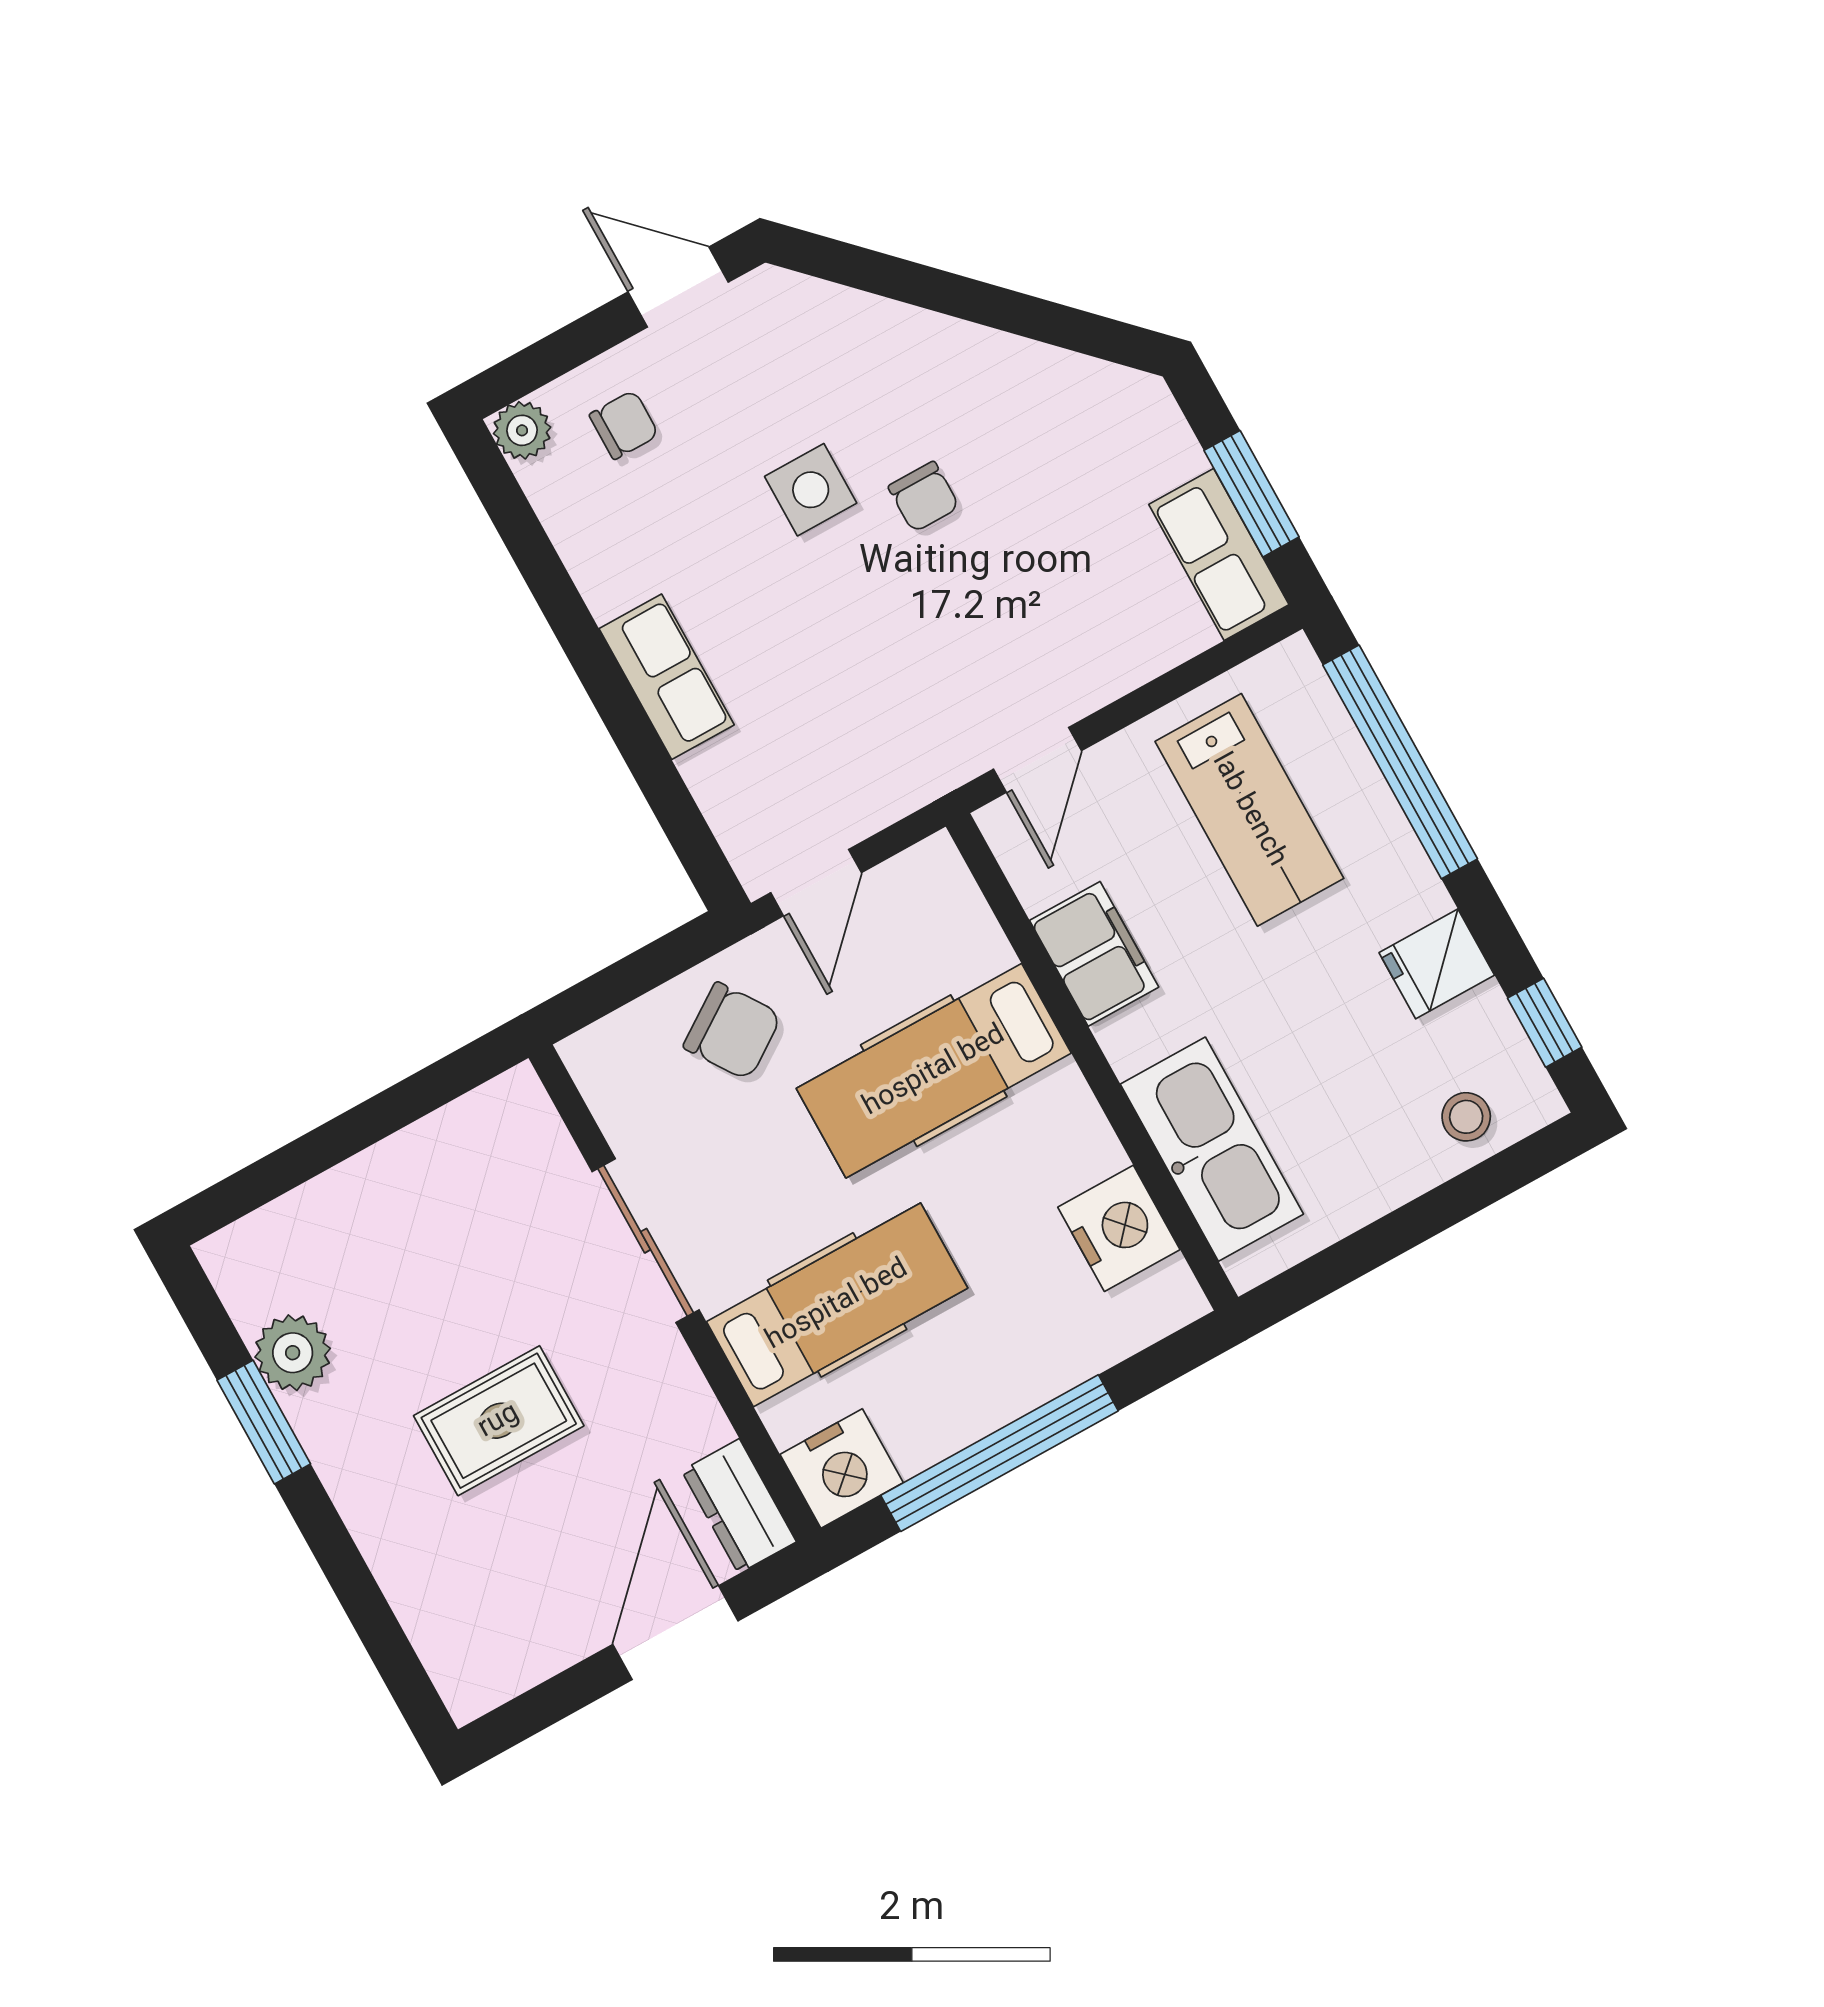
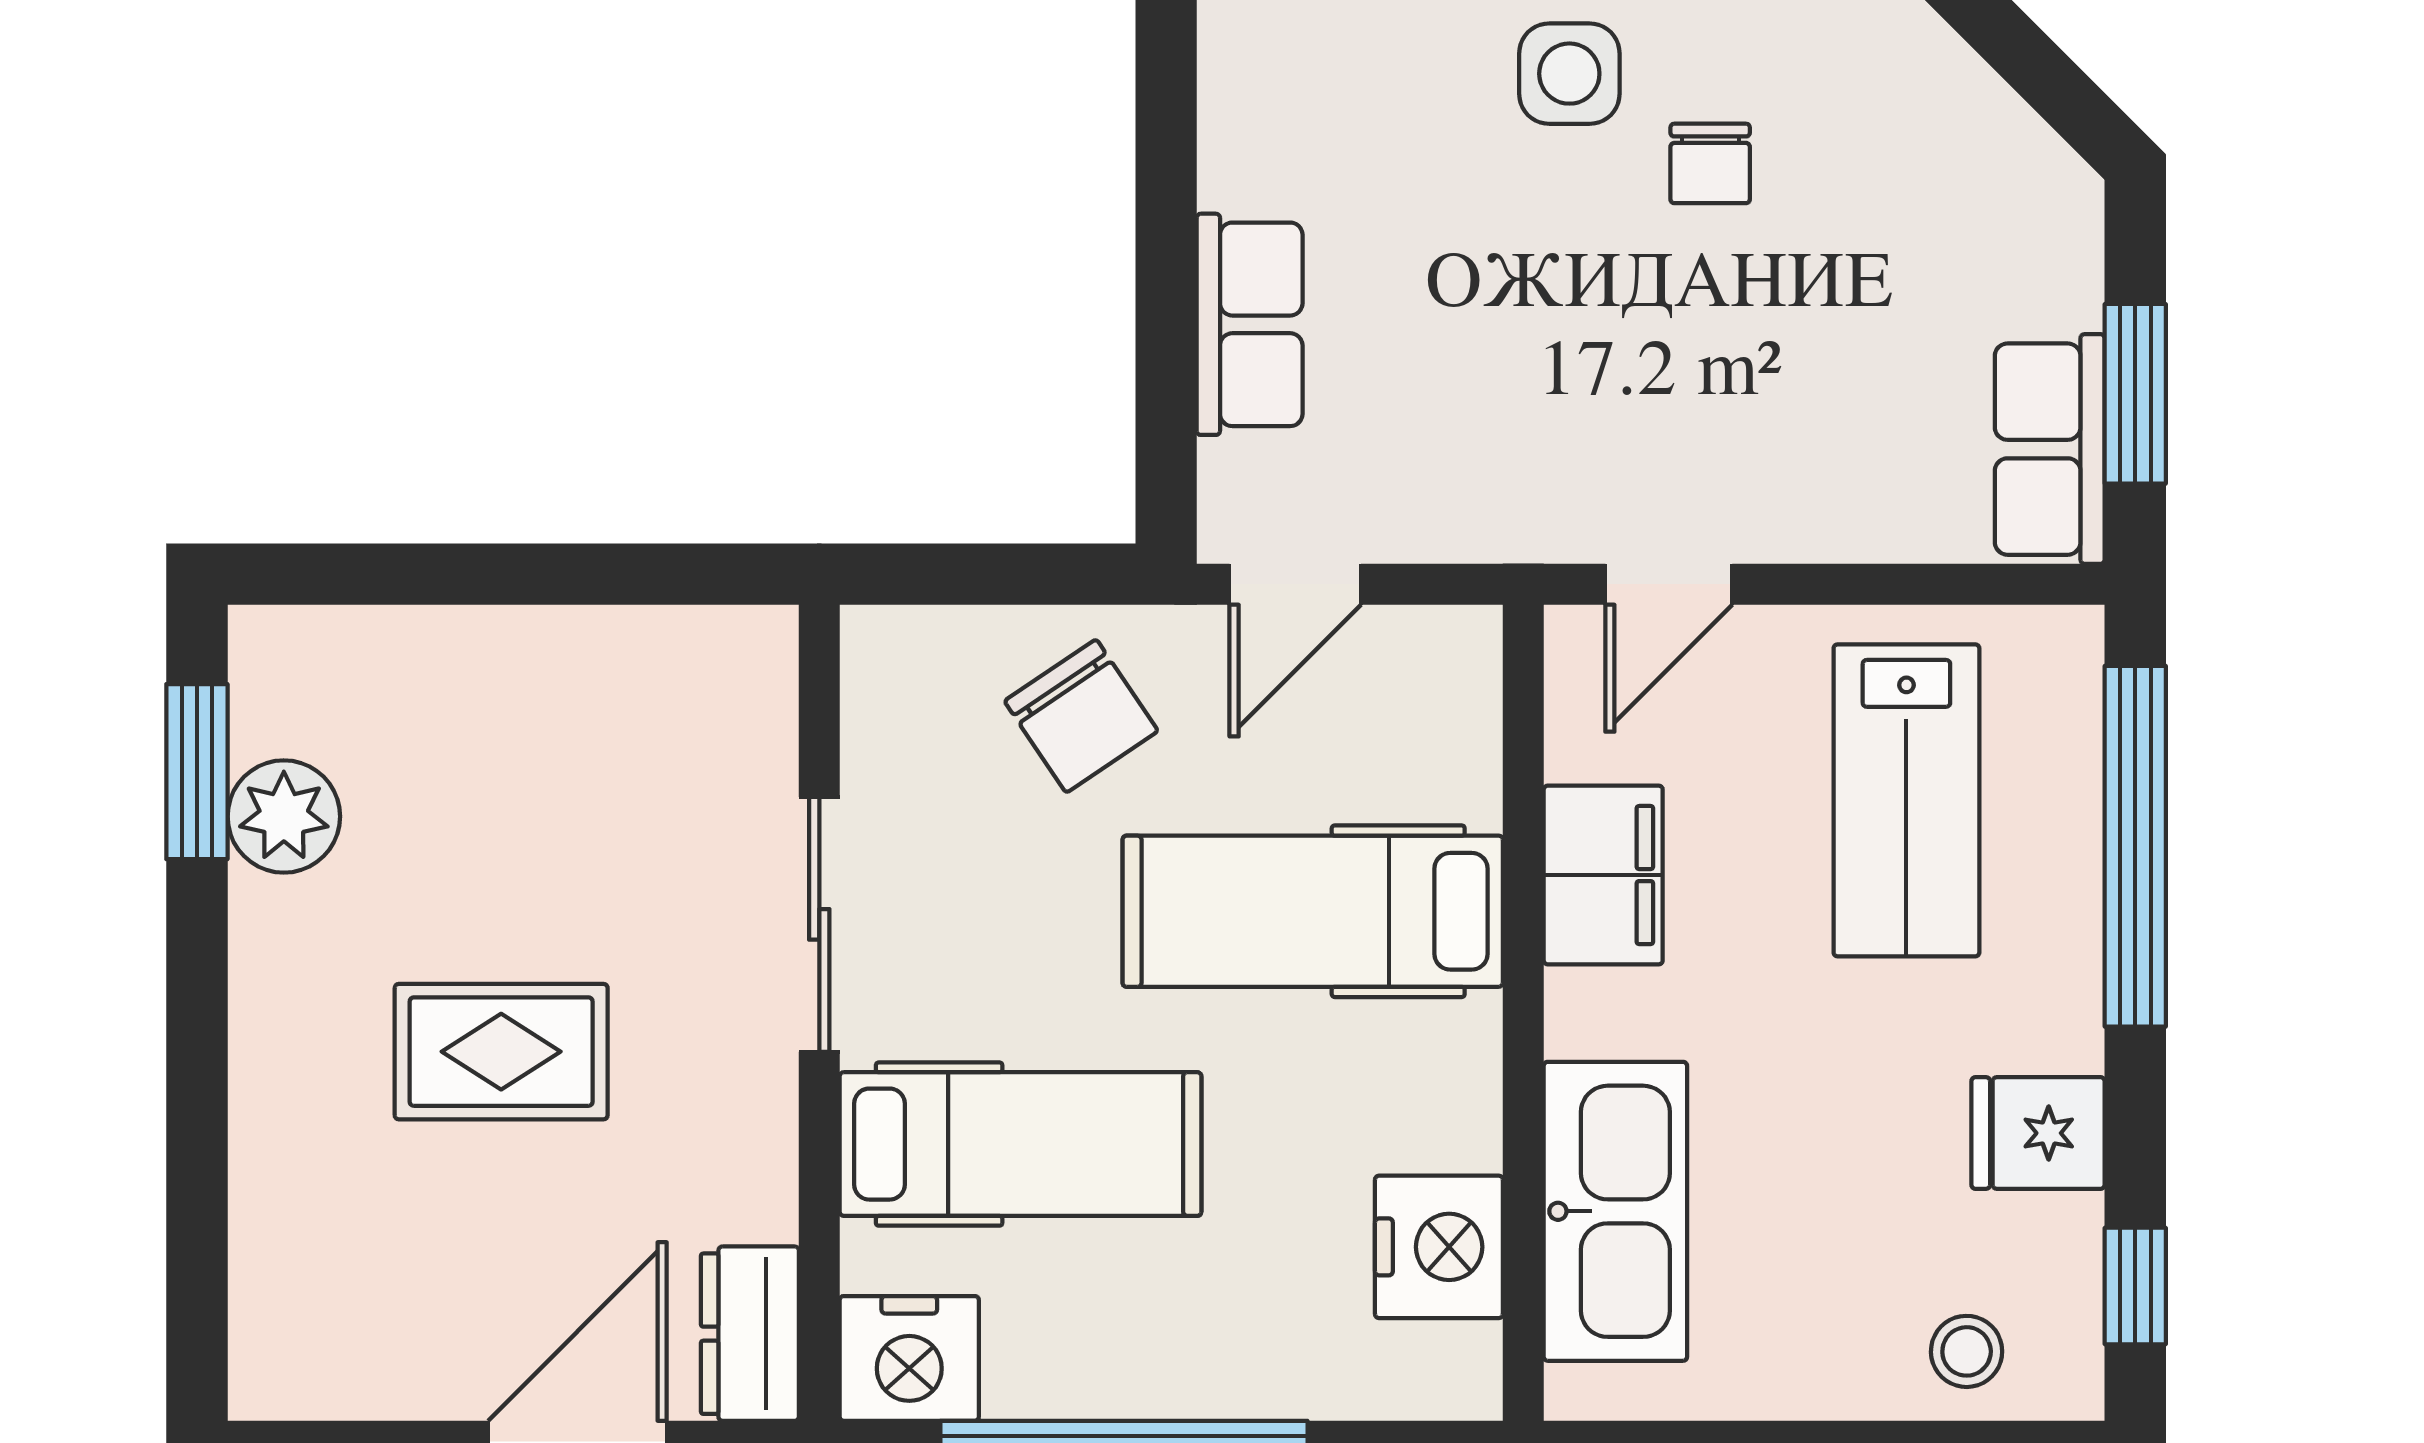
row of seats: (667, 677) -> (1250, 324), moved
window: (264, 1422) -> (197, 772), moved

